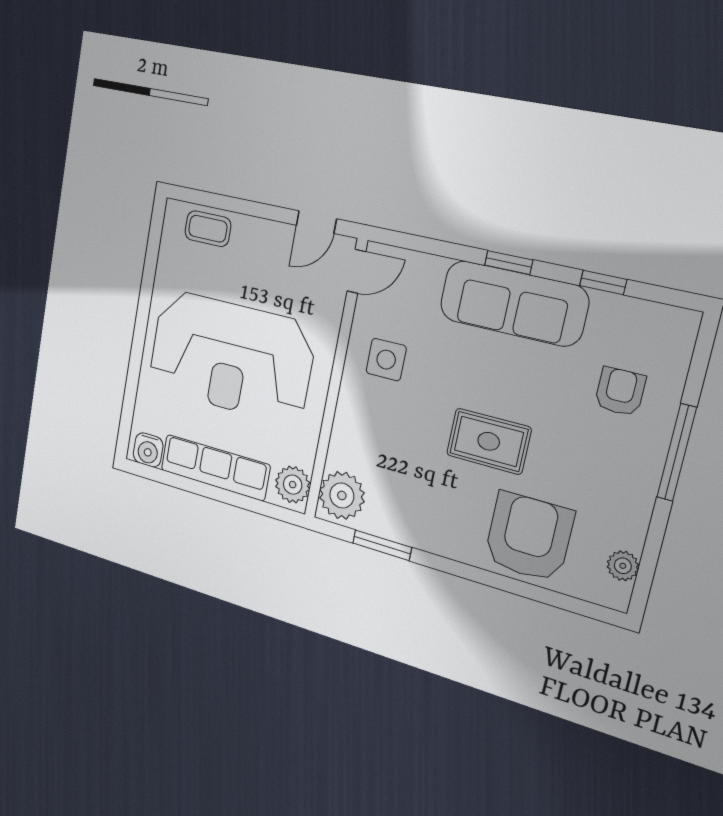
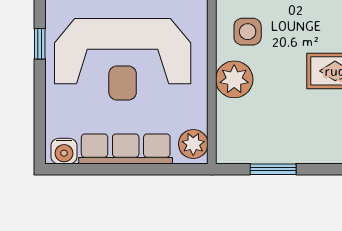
window: (143, 314) -> (40, 44), added
plant: (342, 495) -> (234, 79), moved

